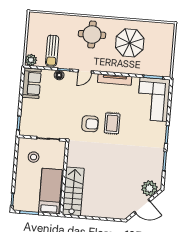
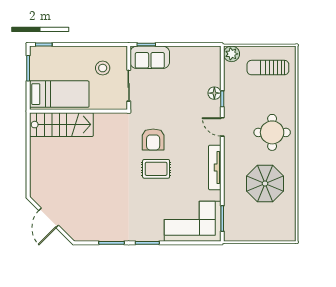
sun lounger: (52, 51) -> (268, 68), moved
sofa: (32, 83) -> (150, 57), moved
plant: (149, 188) -> (74, 226), removed

